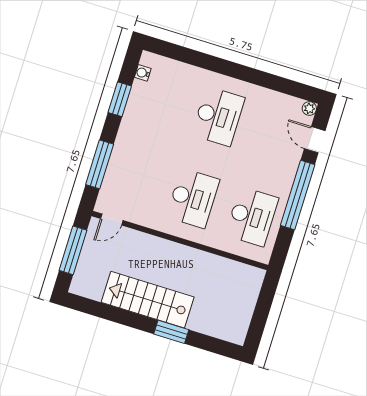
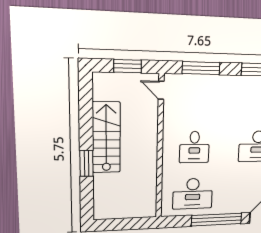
desk: (193, 198) -> (194, 147), width x0.73
window: (73, 250) -> (128, 66), width x0.69

